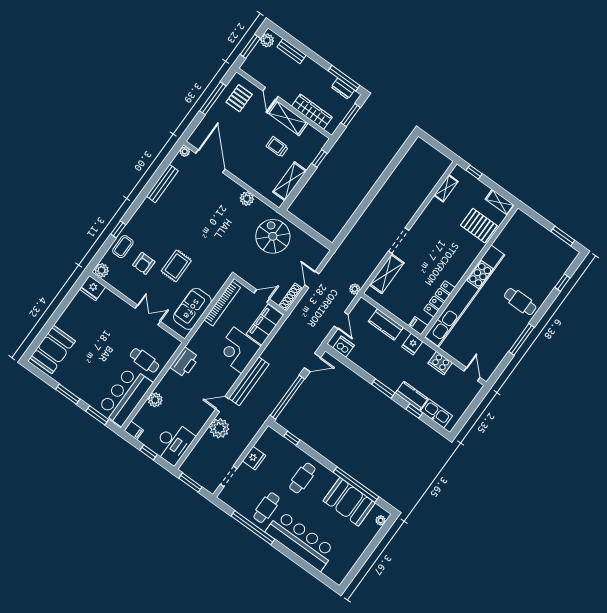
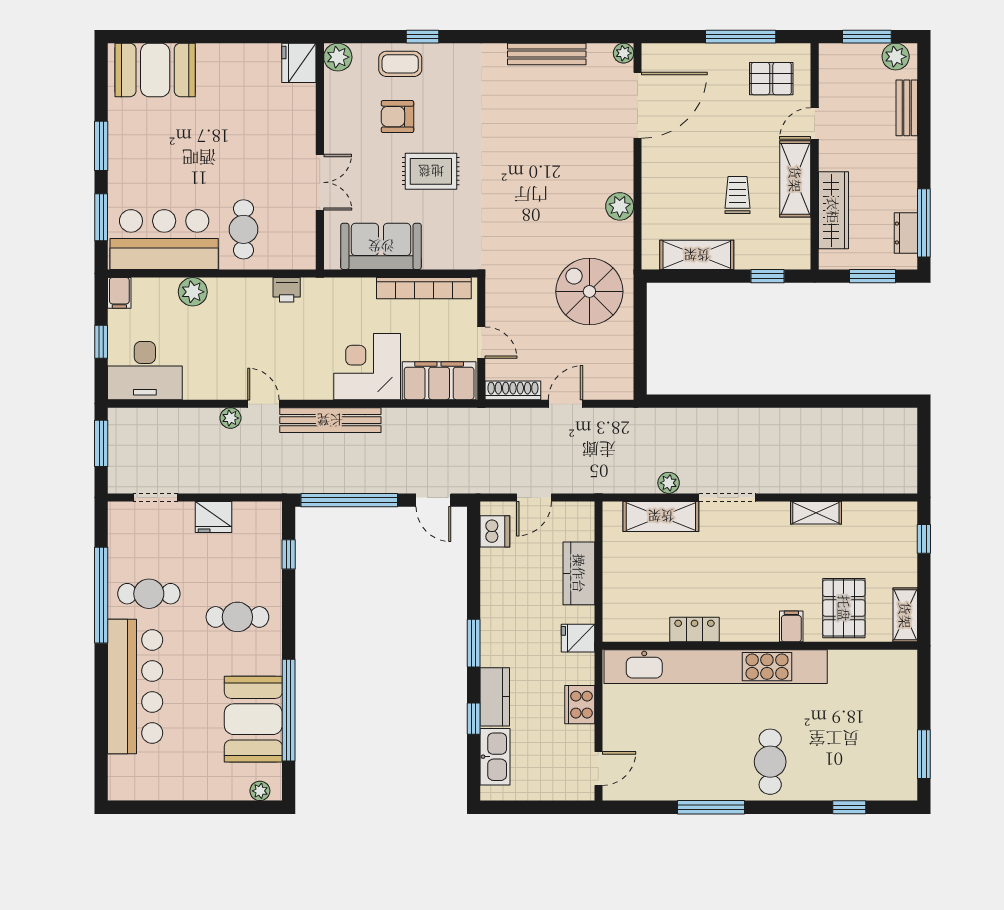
shelving: (446, 188) -> (816, 513), moved
spiral stairs: (273, 236) -> (589, 291), turned -90
plant: (355, 289) -> (669, 483), moved
locker: (439, 299) -> (694, 630), width x0.66
filing cabinet: (418, 326) -> (791, 626), moved
printer: (185, 362) -> (287, 290), width x0.53, depth x0.68
plant: (219, 428) -> (230, 418), width x0.53, depth x0.53

